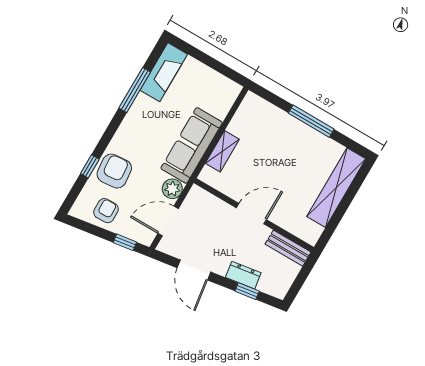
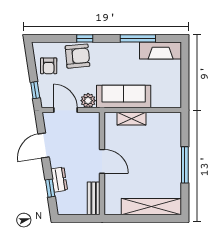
window: (90, 166) -> (85, 38), moved
armchair: (106, 211) -> (49, 66), turned 91

